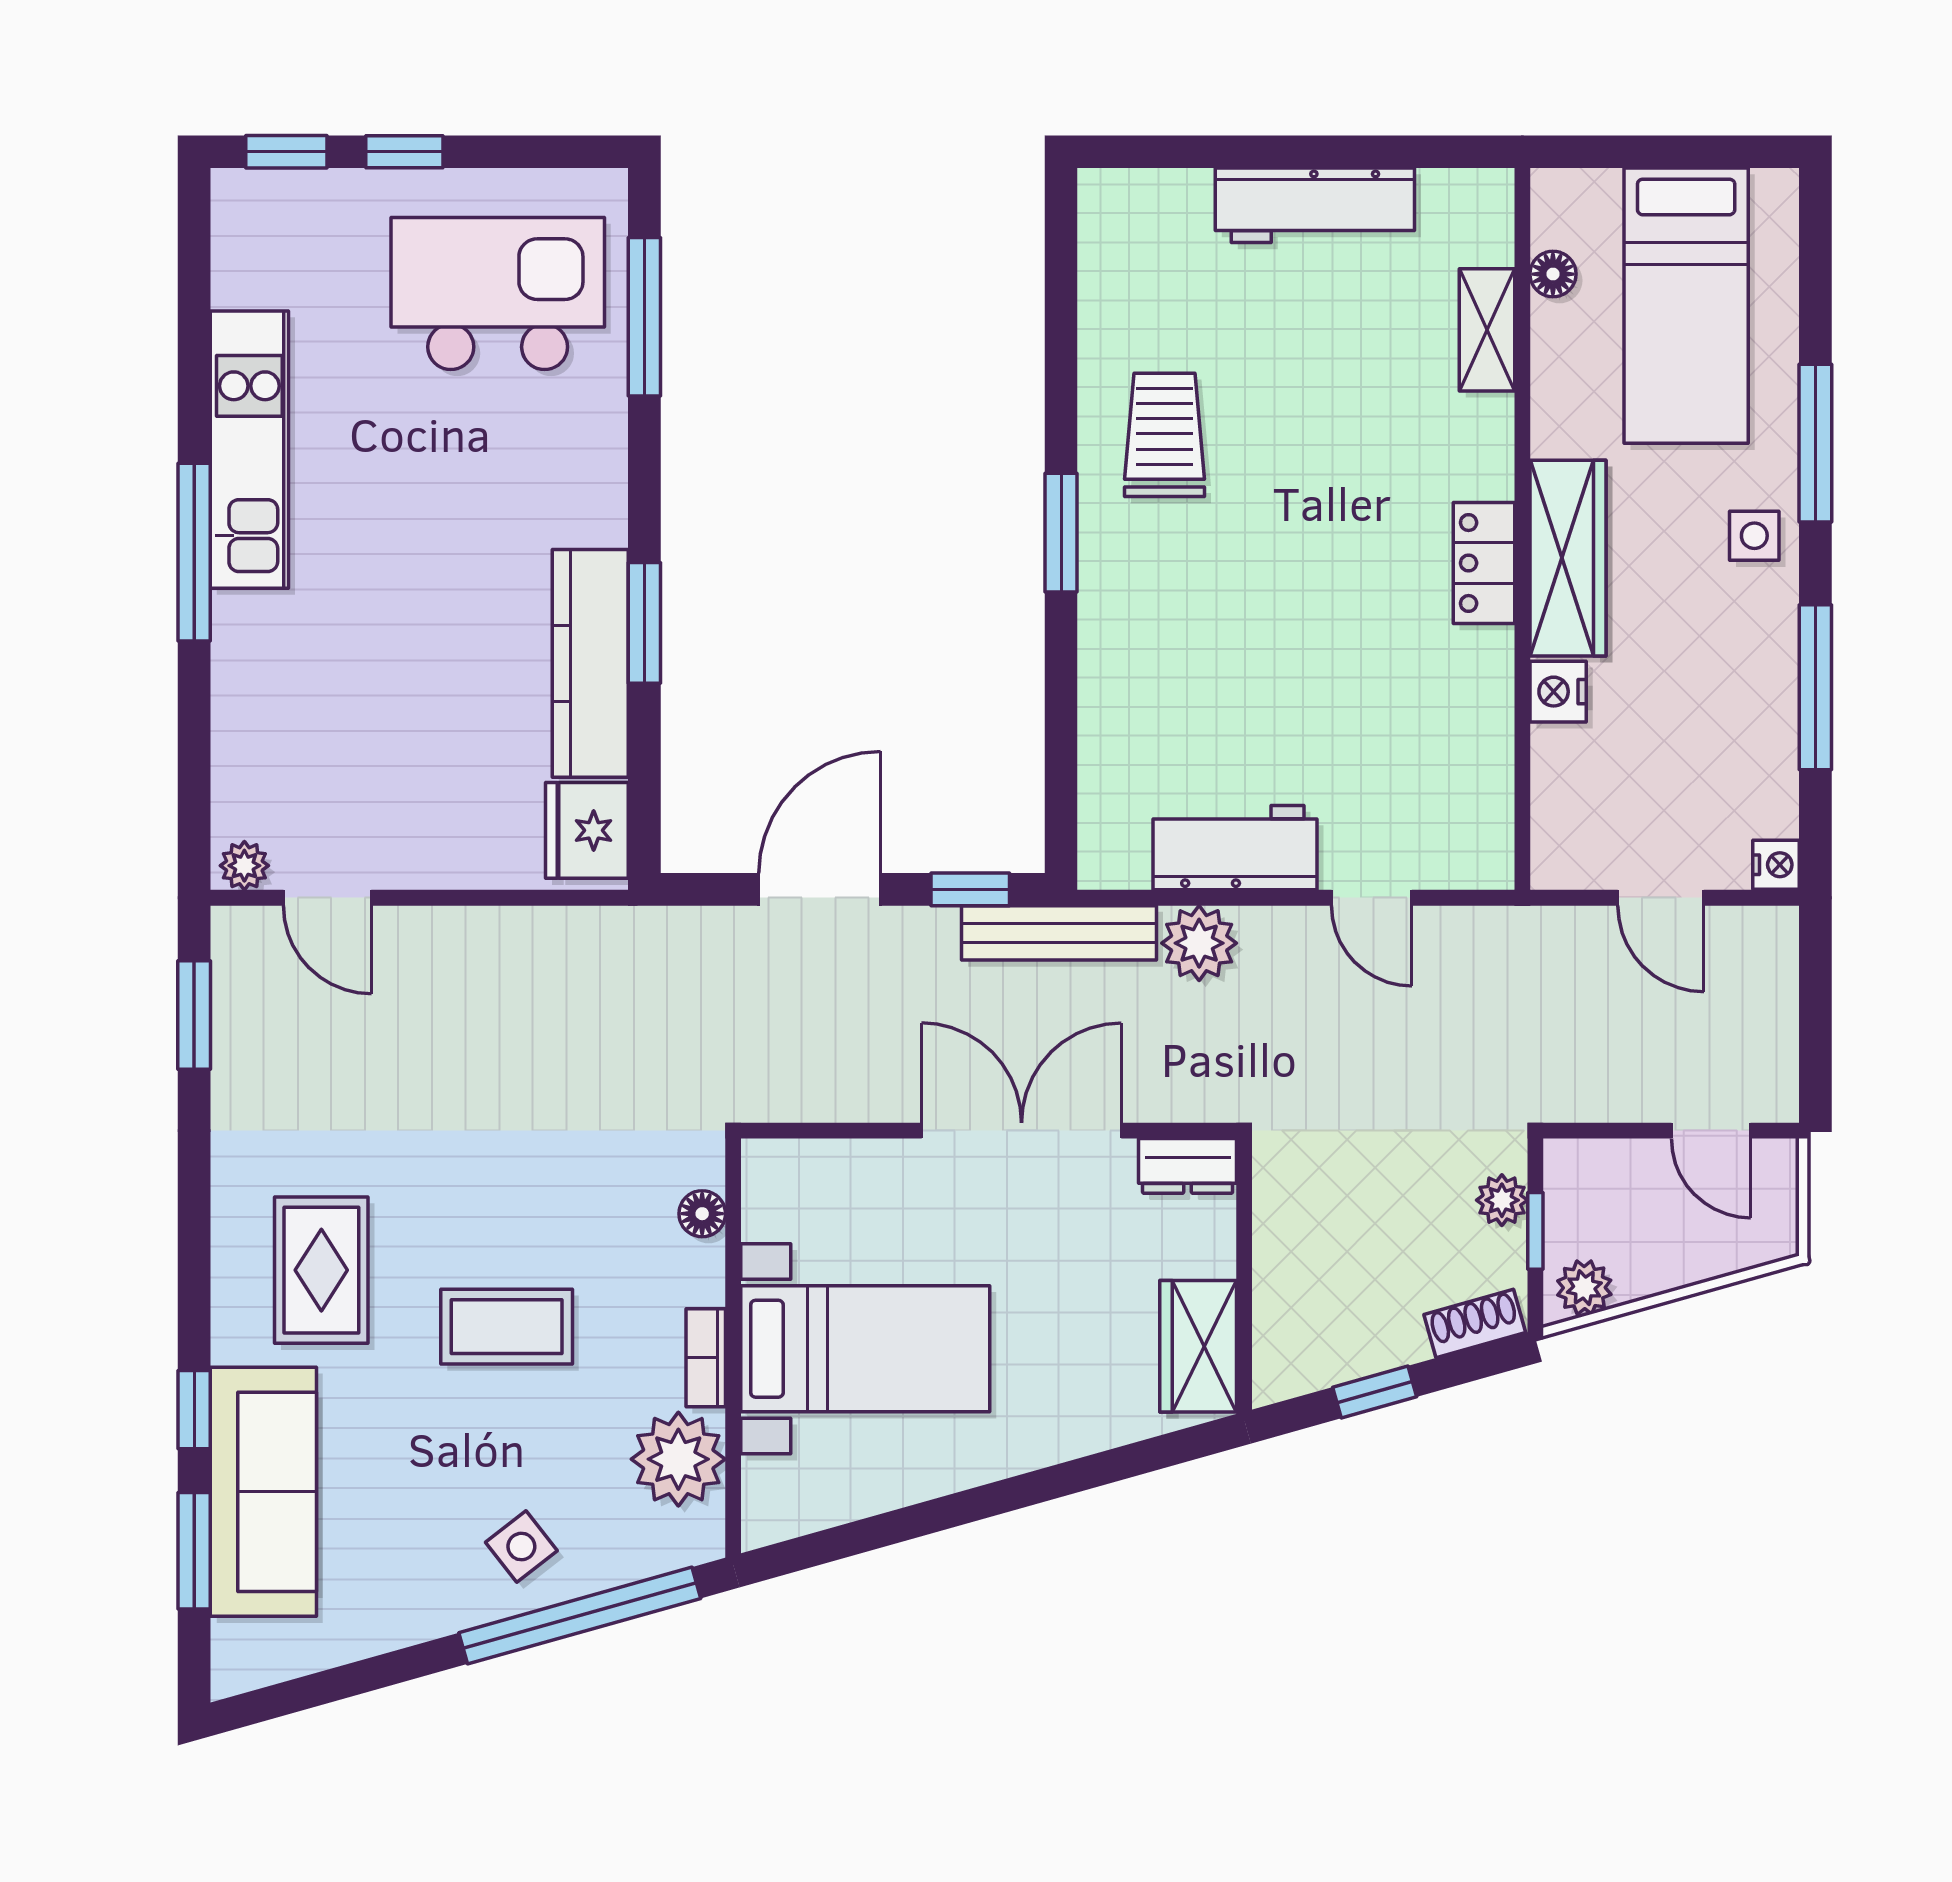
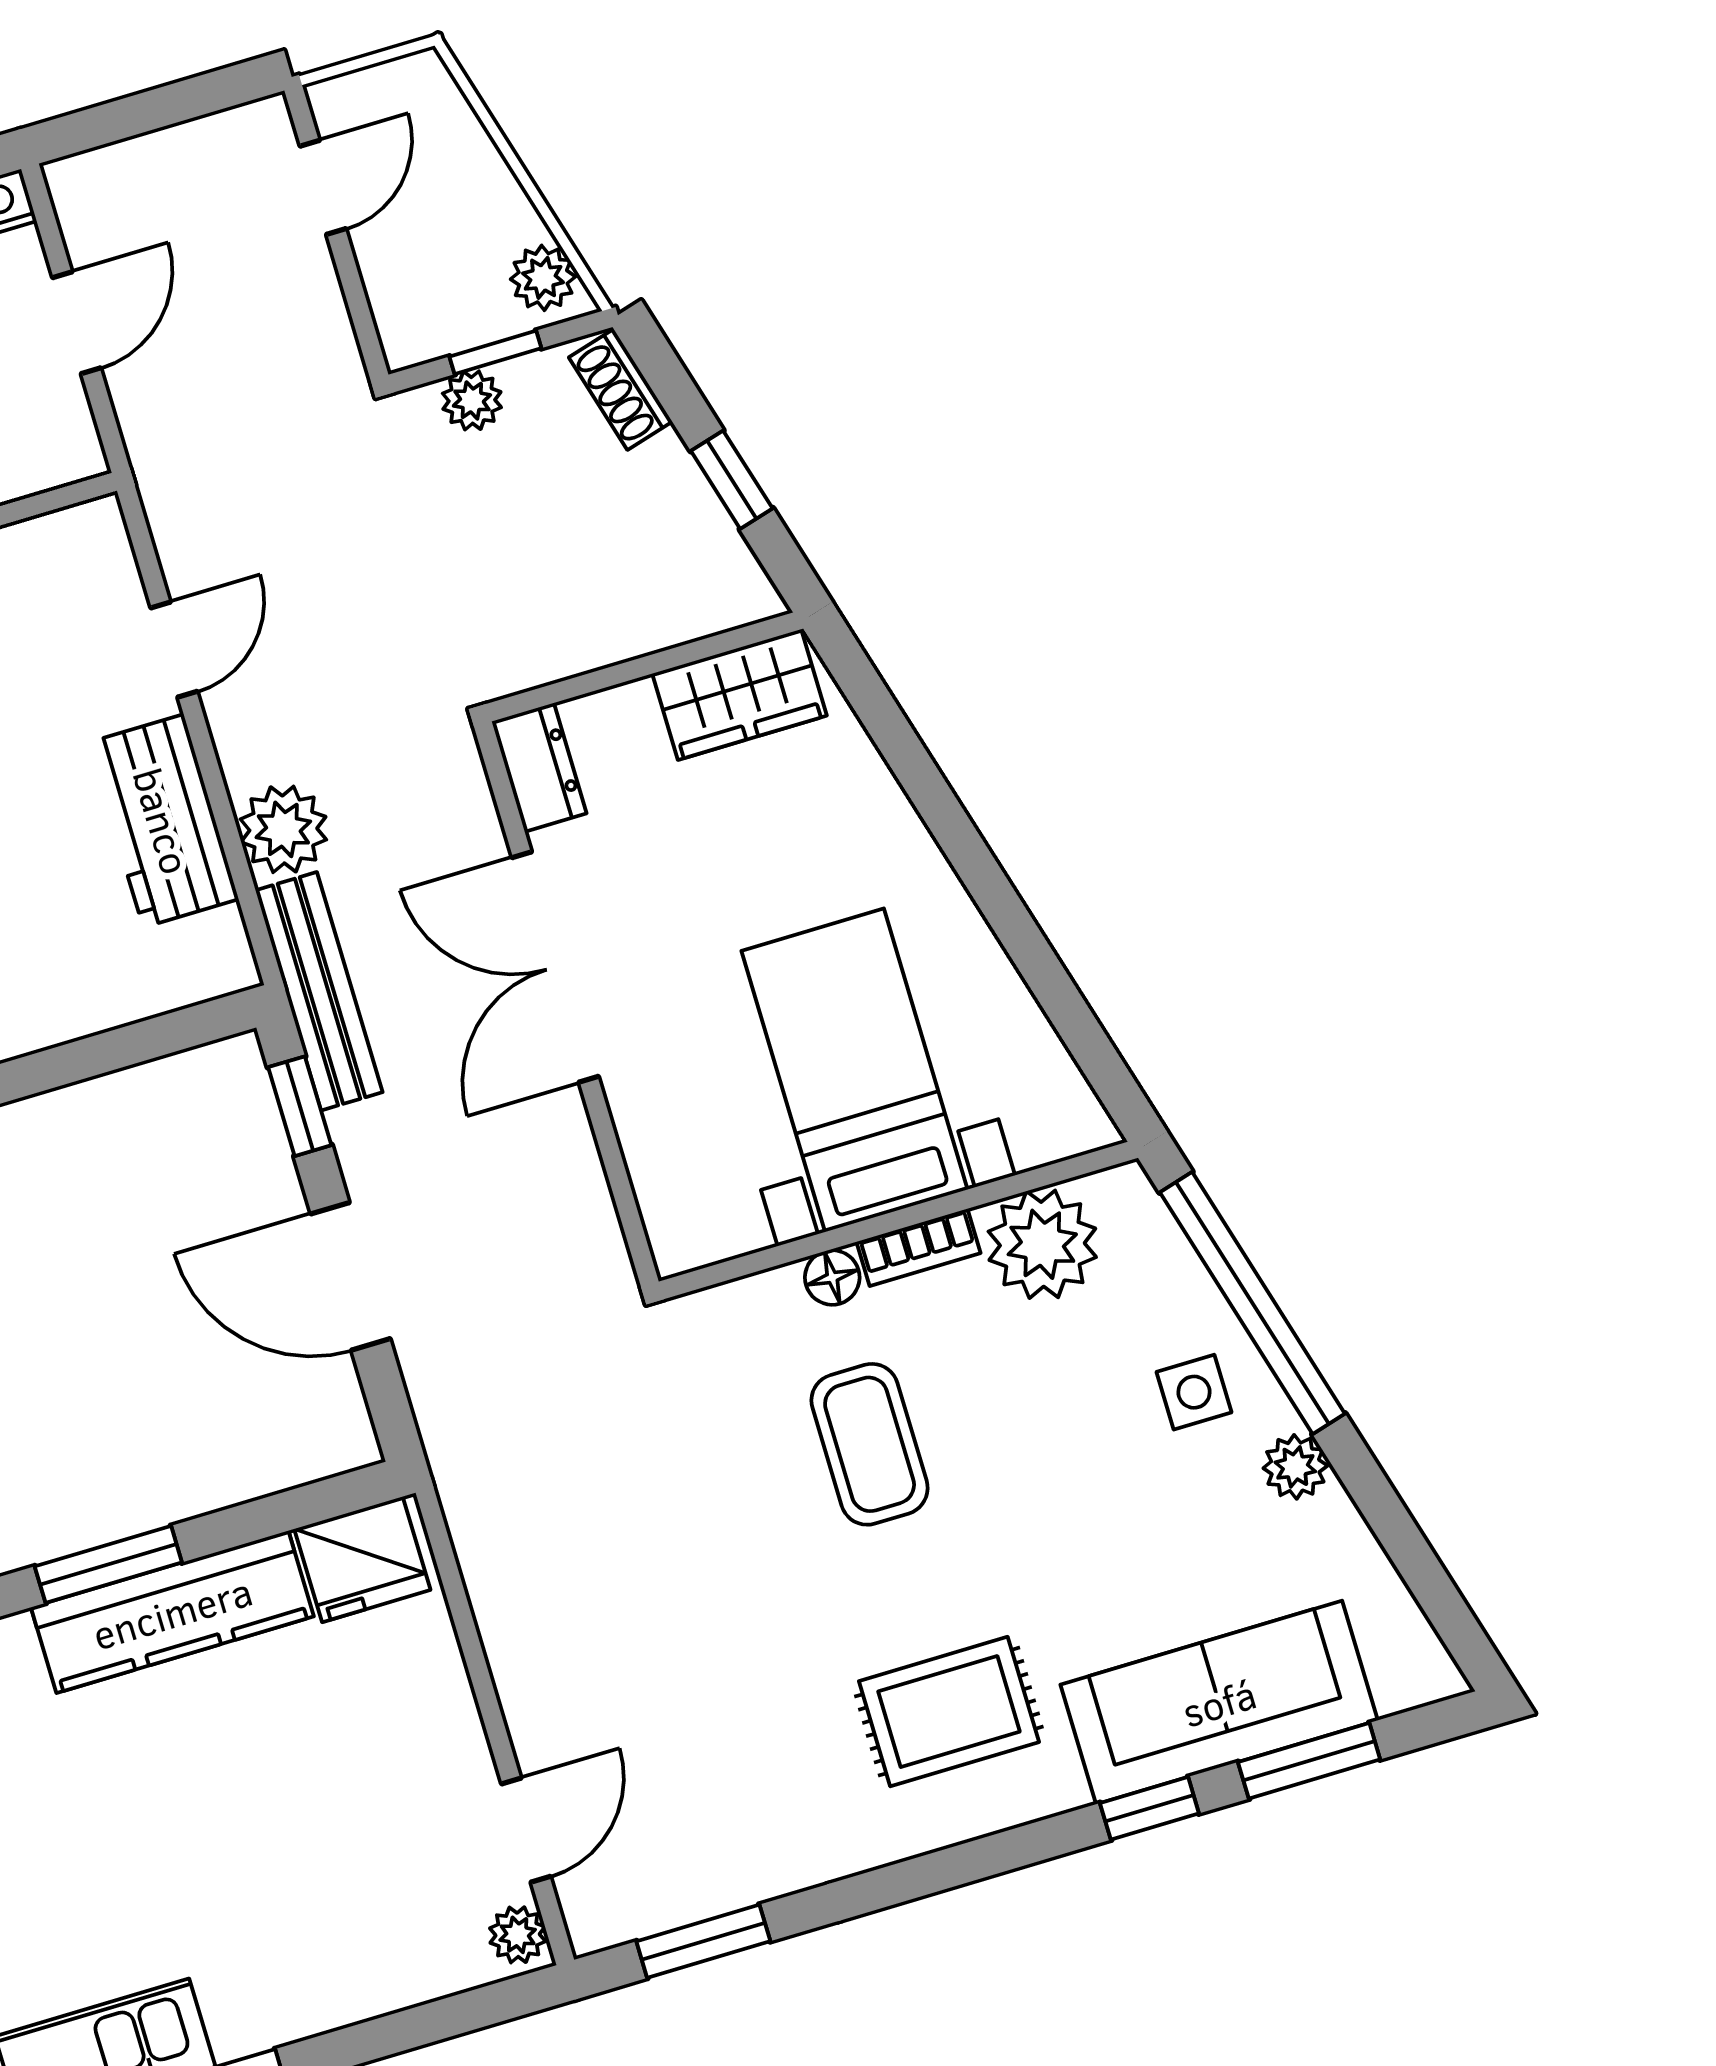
floor lamp: (702, 1214) -> (832, 1277), moved
coffee table: (507, 1327) -> (870, 1444), moved
side table: (521, 1547) -> (1194, 1392), turned 38
plant: (436, 1611) -> (1295, 1467), added

